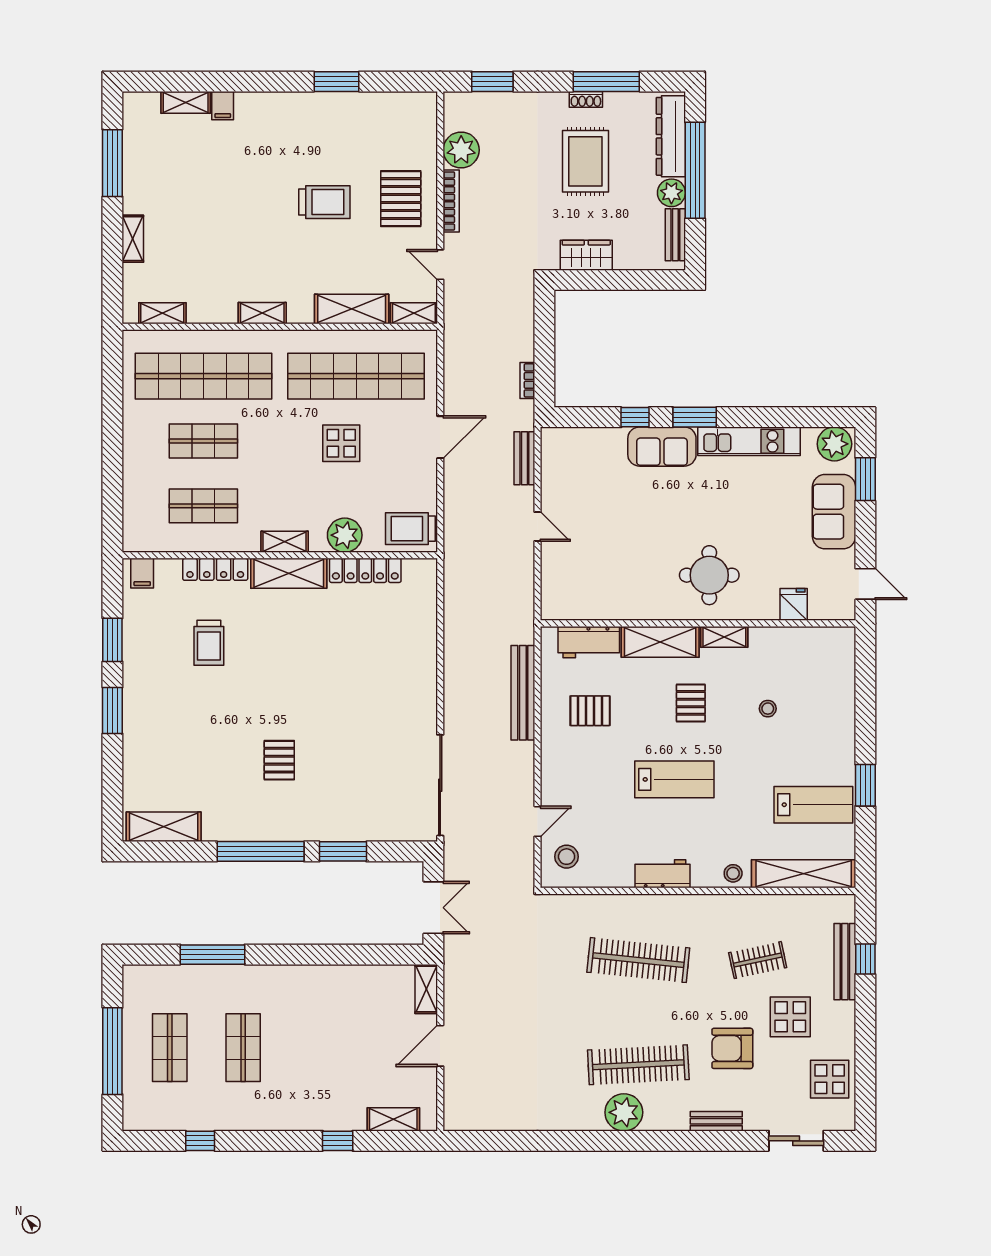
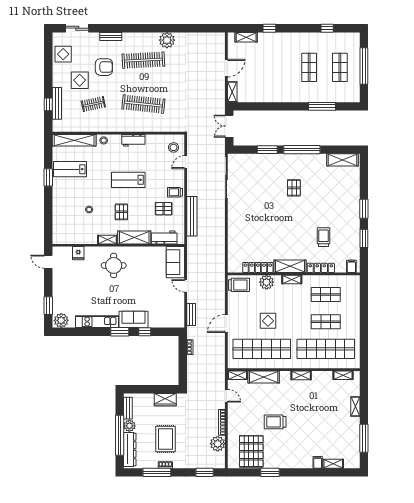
pallet: (401, 199) -> (251, 451), moved, width x1.37, depth x1.41
sofa: (834, 512) -> (175, 262), moved, turned 180
trolley: (563, 750) -> (175, 192), added
plant: (624, 1112) -> (167, 40), moved

